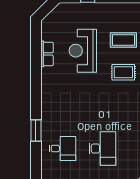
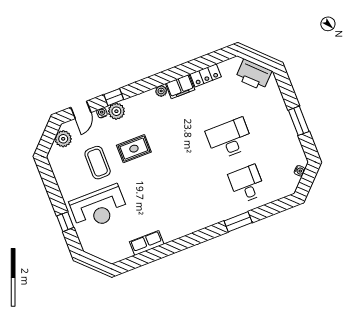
reception desk: (83, 51) -> (99, 208), moved
rug: (123, 72) -> (134, 149), turned 90

